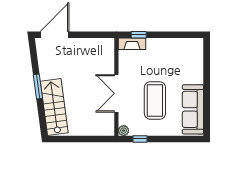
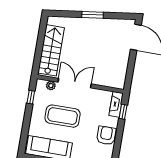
armchair: (168, 49) -> (106, 135), added
stairs: (54, 107) -> (51, 50), moved, turned -82
plant: (124, 131) -> (51, 86), moved

